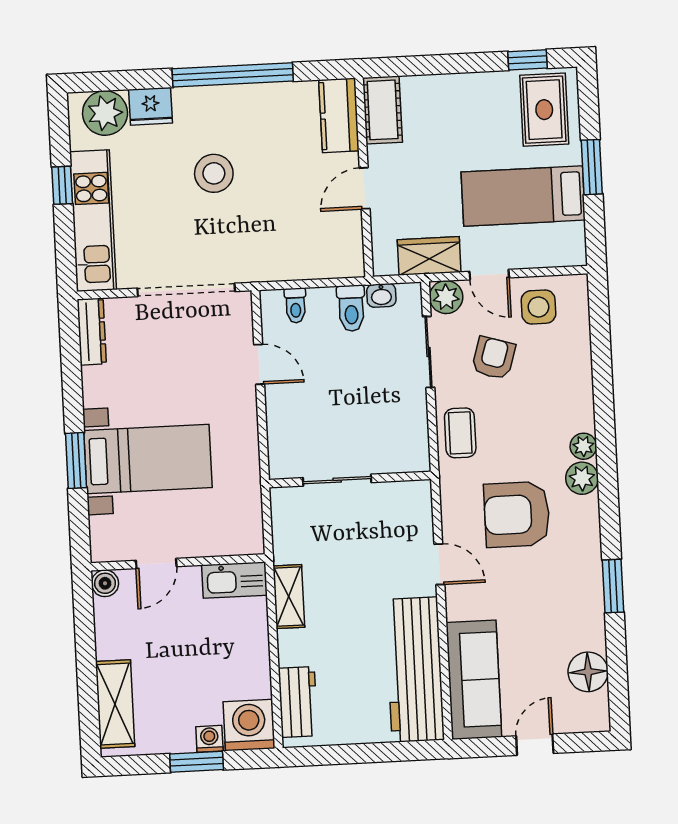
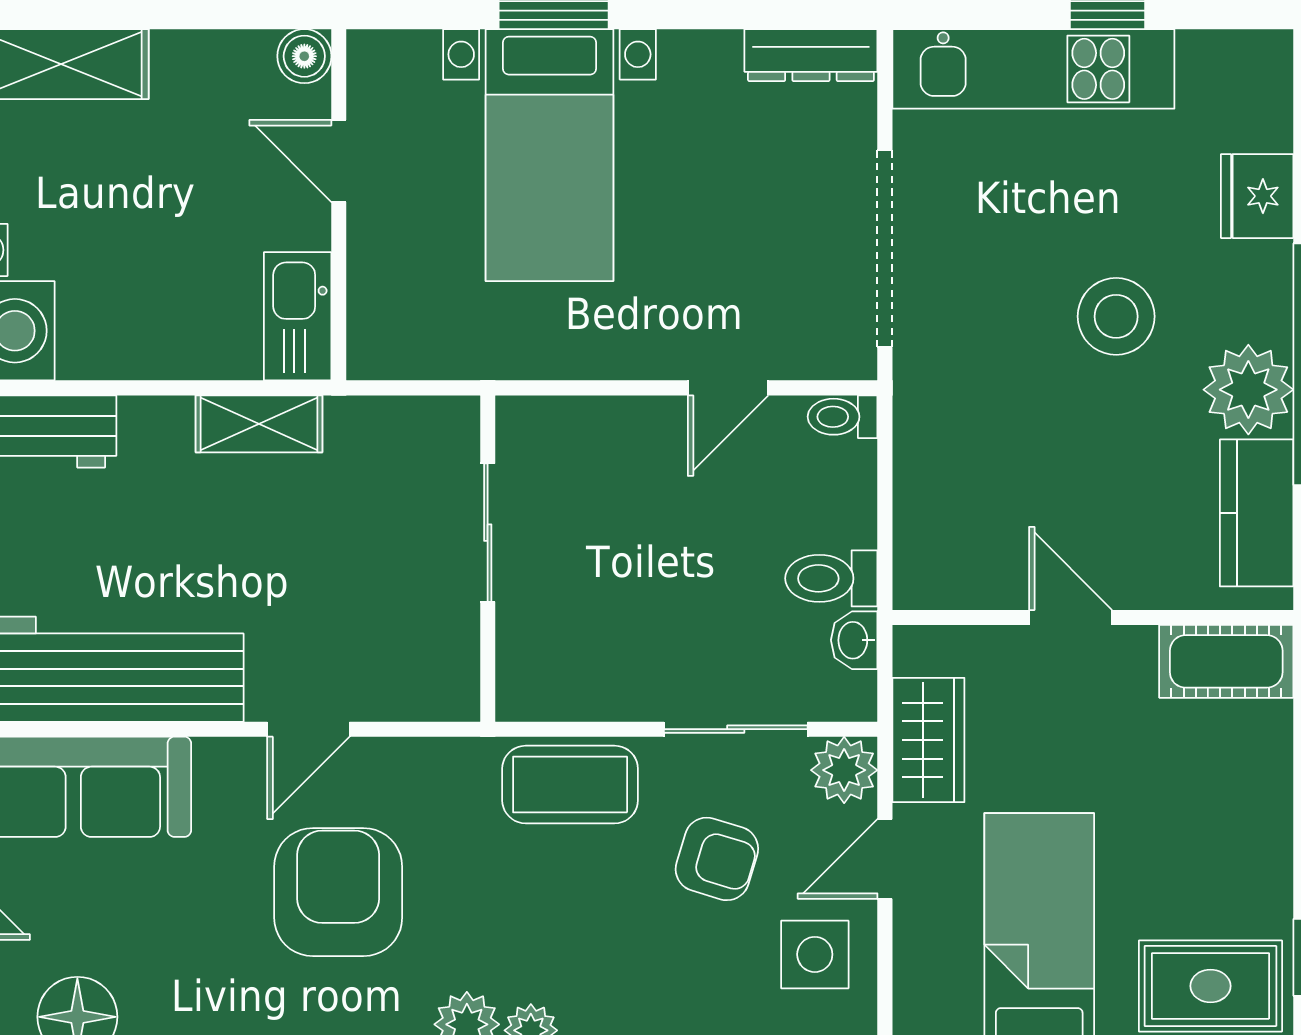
plant: (105, 113) -> (1248, 390), moved
kitchen counter: (339, 115) -> (1257, 513), moved, turned -90
toilet: (295, 305) -> (843, 417), moved
coffee table: (460, 433) -> (570, 785), width x1.36, depth x1.30
armchair: (517, 514) -> (338, 892), moved

